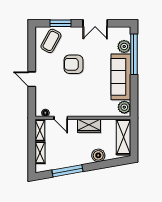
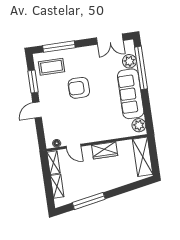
window: (61, 23) -> (59, 47), width x1.44
double door: (95, 23) -> (110, 39), moved
coffee table: (51, 41) -> (51, 67), turned 61
window: (32, 52) -> (33, 81), added
door: (32, 79) -> (37, 110), hinge flipped
boiler: (98, 155) -> (119, 180), removed

